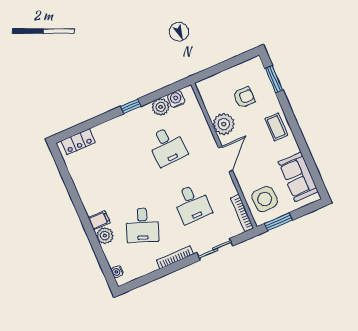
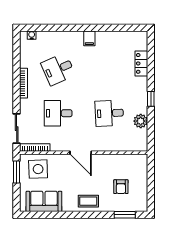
water cooler: (176, 99) -> (142, 135), removed
plant: (224, 124) -> (107, 163), removed
locker: (78, 142) -> (141, 63), moved
filing cabinet: (99, 220) -> (89, 38), moved
desk: (142, 225) -> (58, 69), turned -45
plant: (105, 236) -> (62, 38), removed
sliding door: (215, 249) -> (17, 129), moved

